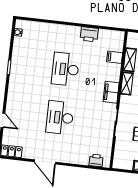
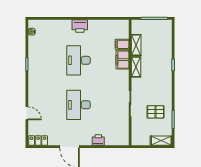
printer: (89, 34) -> (80, 26), moved
filing cabinet: (111, 92) -> (122, 60), moved
printer: (96, 160) -> (98, 140), moved

